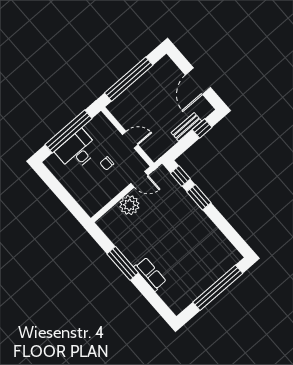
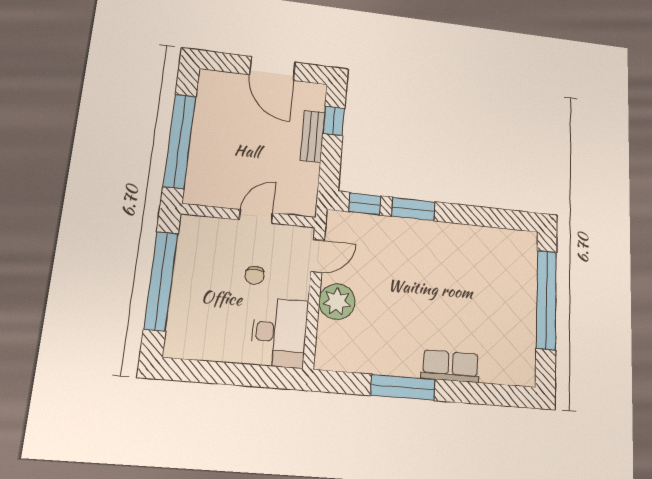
desk: (77, 151) -> (279, 332), moved, turned 180

